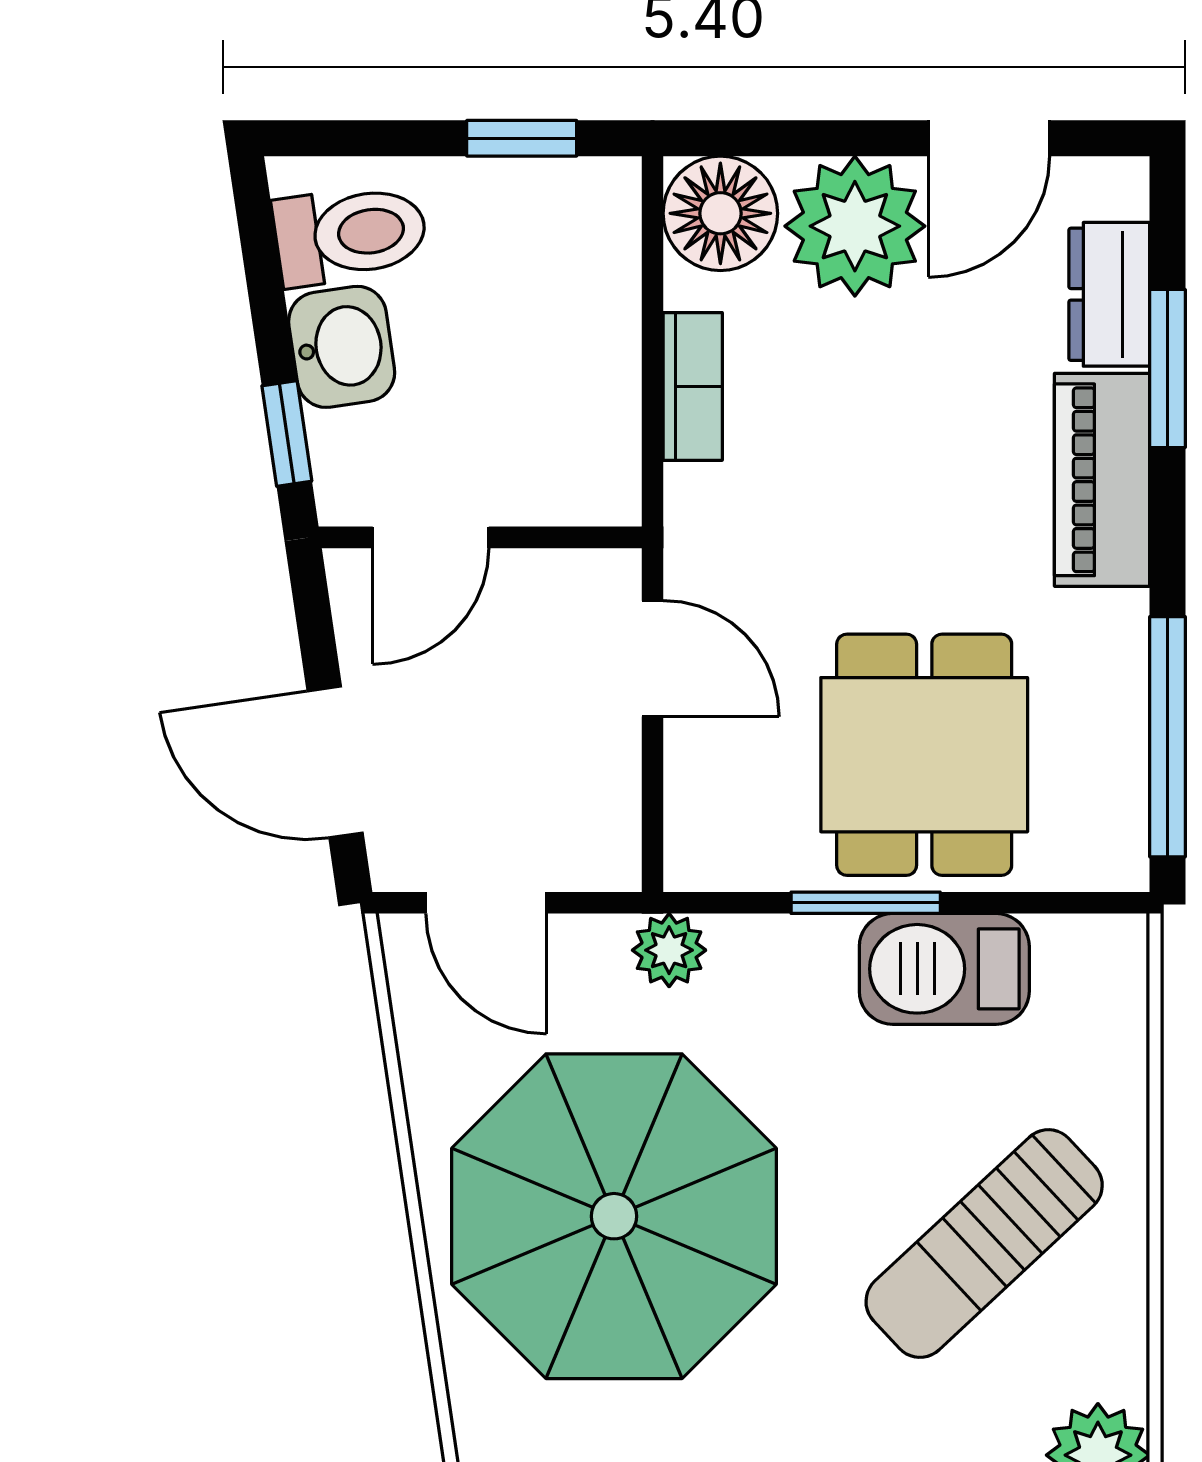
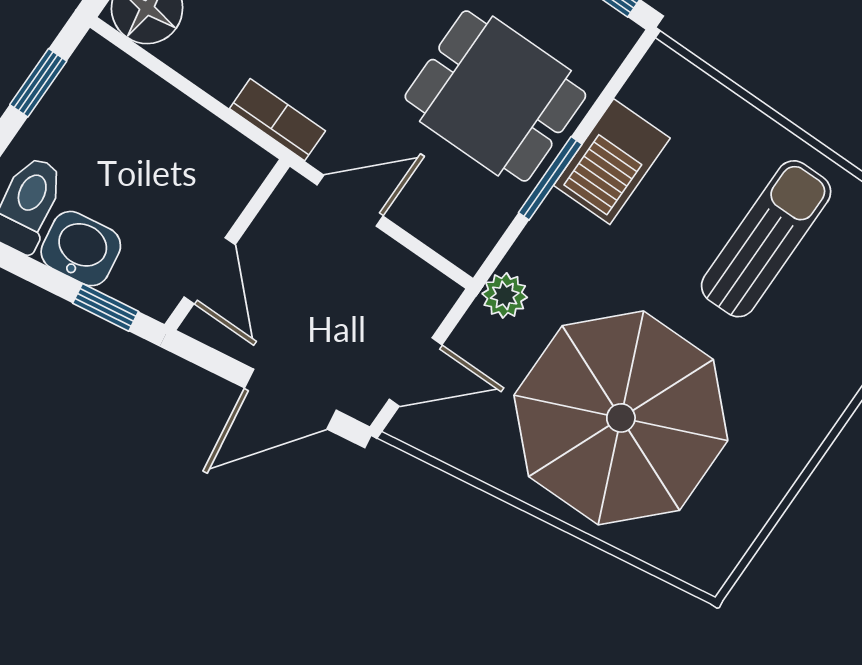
bookcase: (693, 386) -> (277, 120), moved
sun lounger: (984, 1244) -> (766, 239), turned -137

